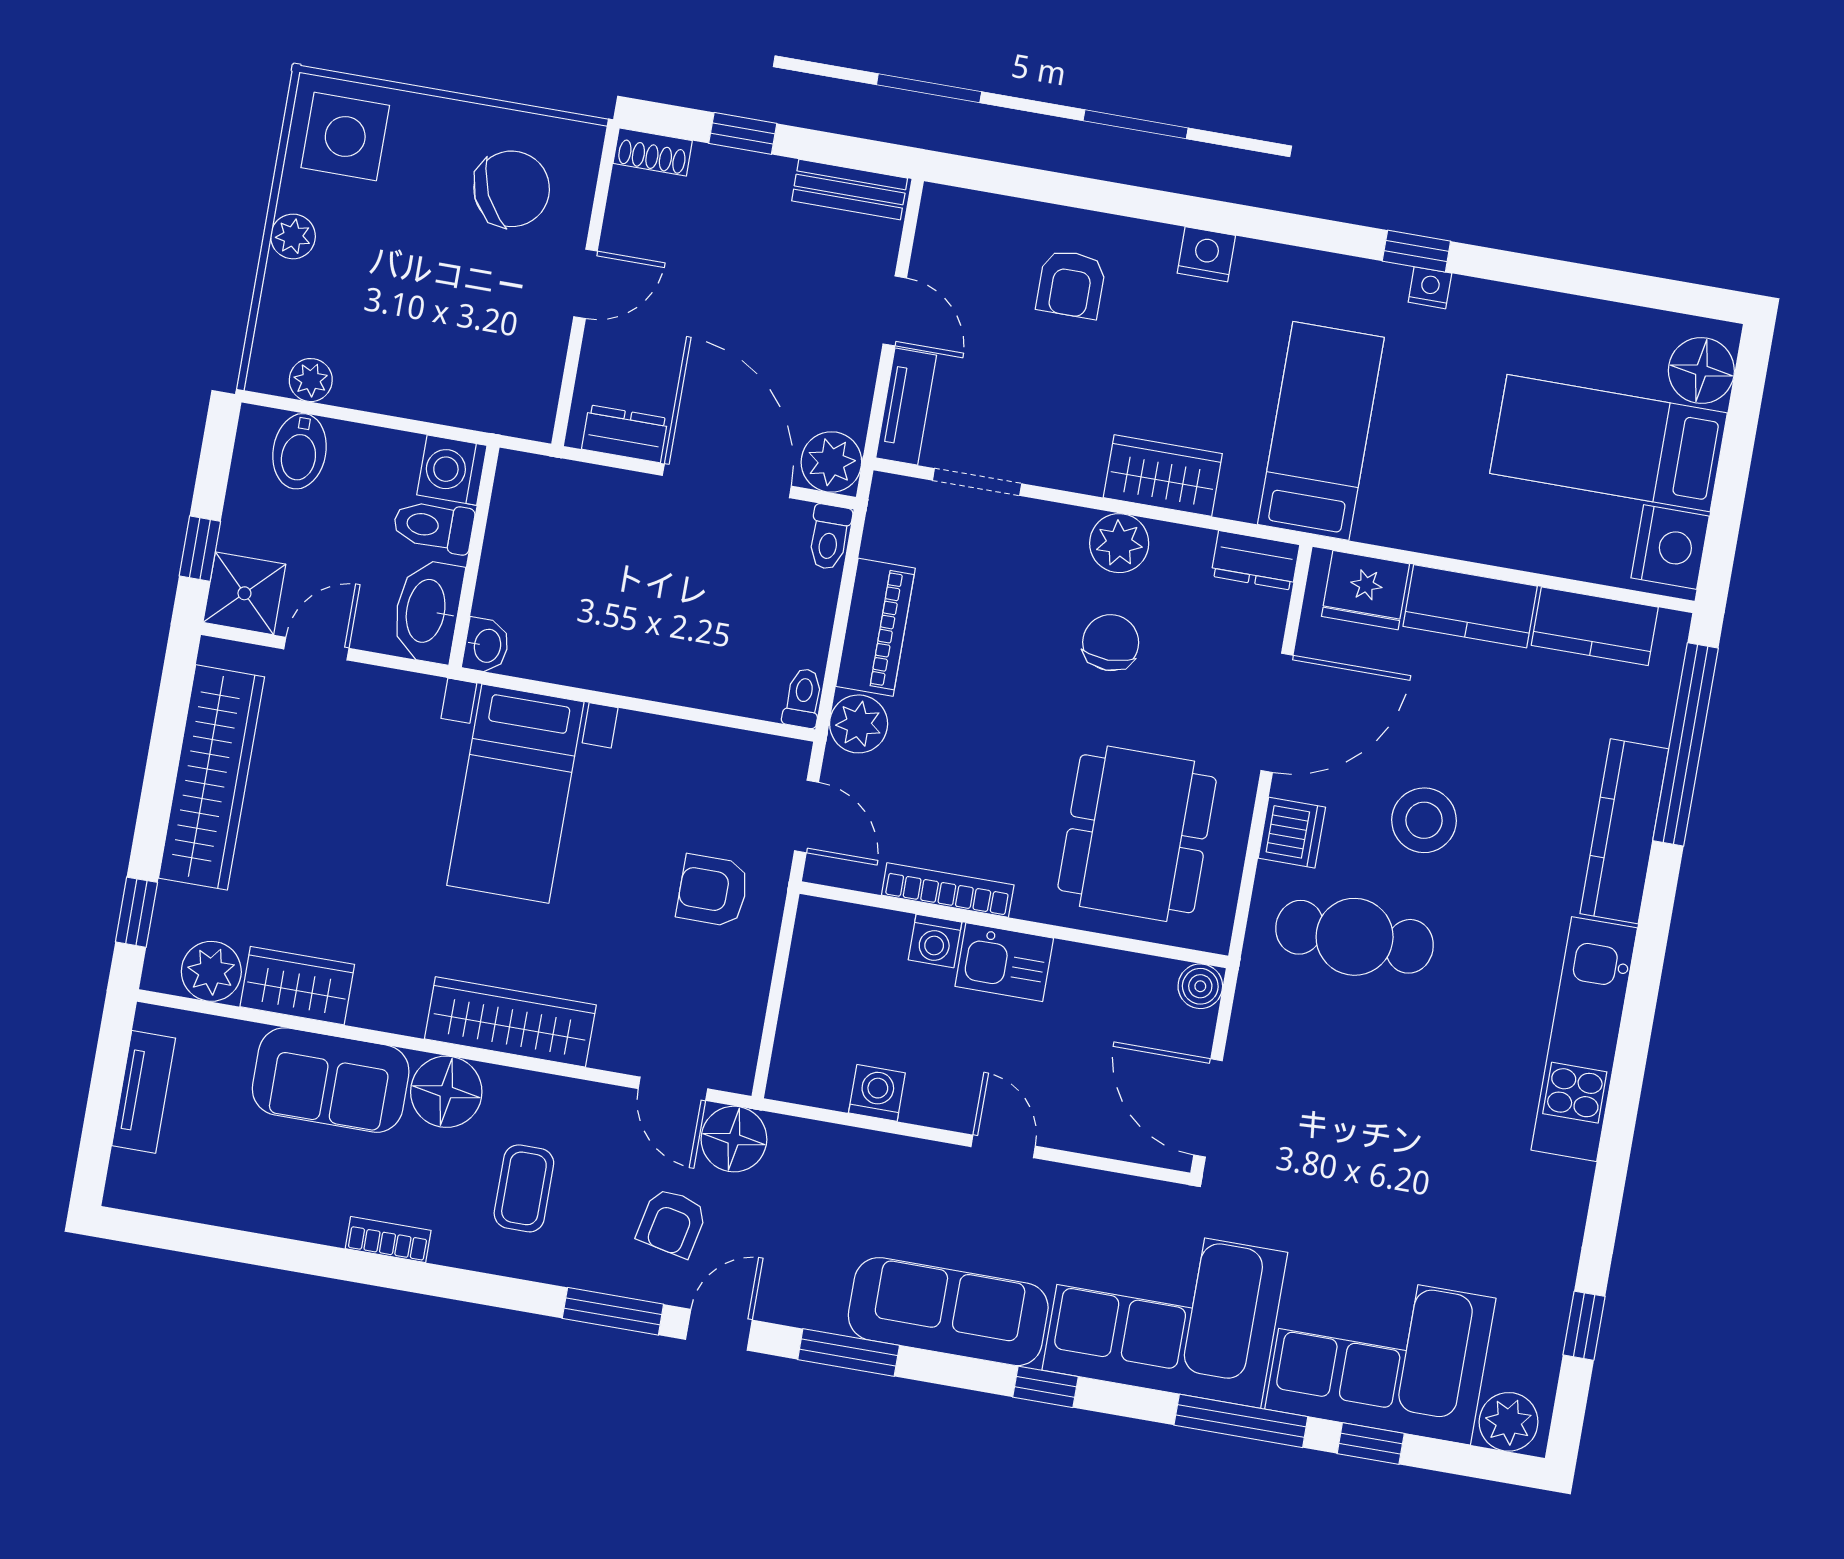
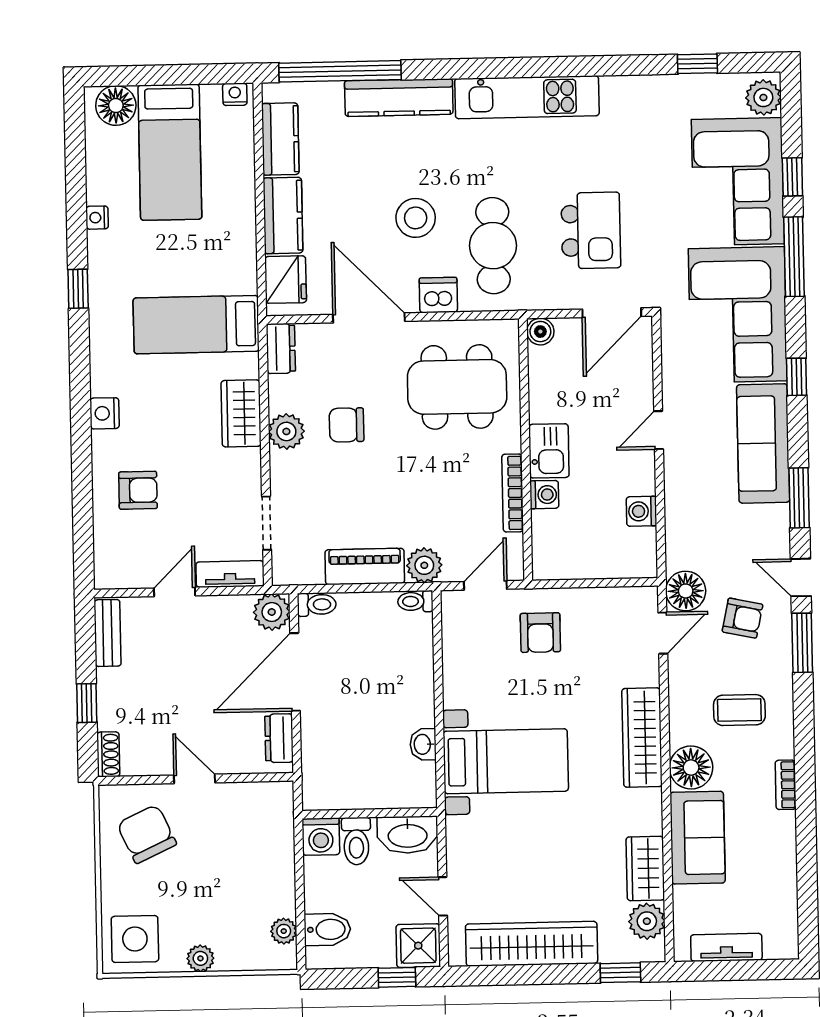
nightstand: (1430, 288) -> (97, 218), moved
nightstand: (1670, 547) -> (235, 94), width x0.53, depth x0.56
washbasin: (486, 646) -> (423, 744), moved, turned -90
kitchen island: (1348, 1100) -> (591, 230), added

